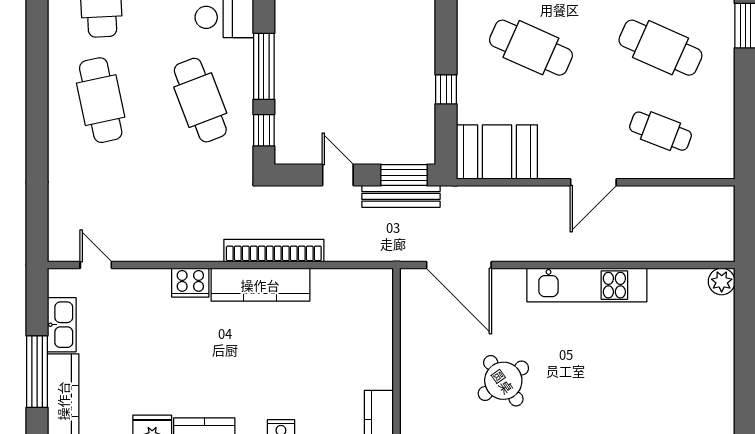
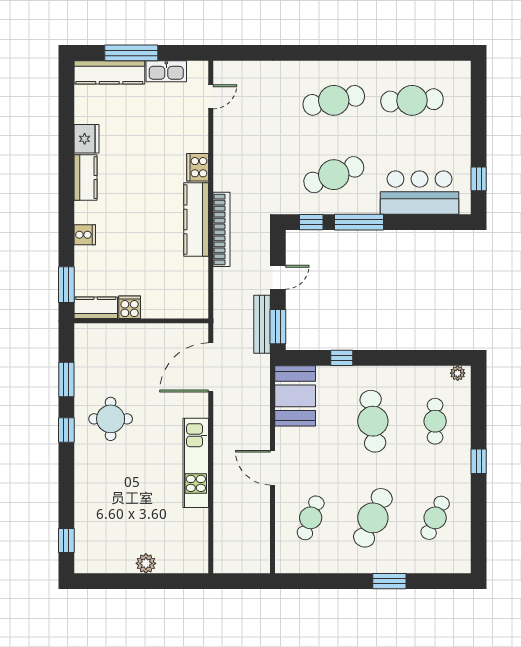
cafe table: (531, 48) -> (373, 421), turned -30
plant: (722, 282) -> (146, 563), moved
cooker: (378, 374) -> (130, 307), added
round table: (503, 381) -> (111, 419), moved, turned 35

